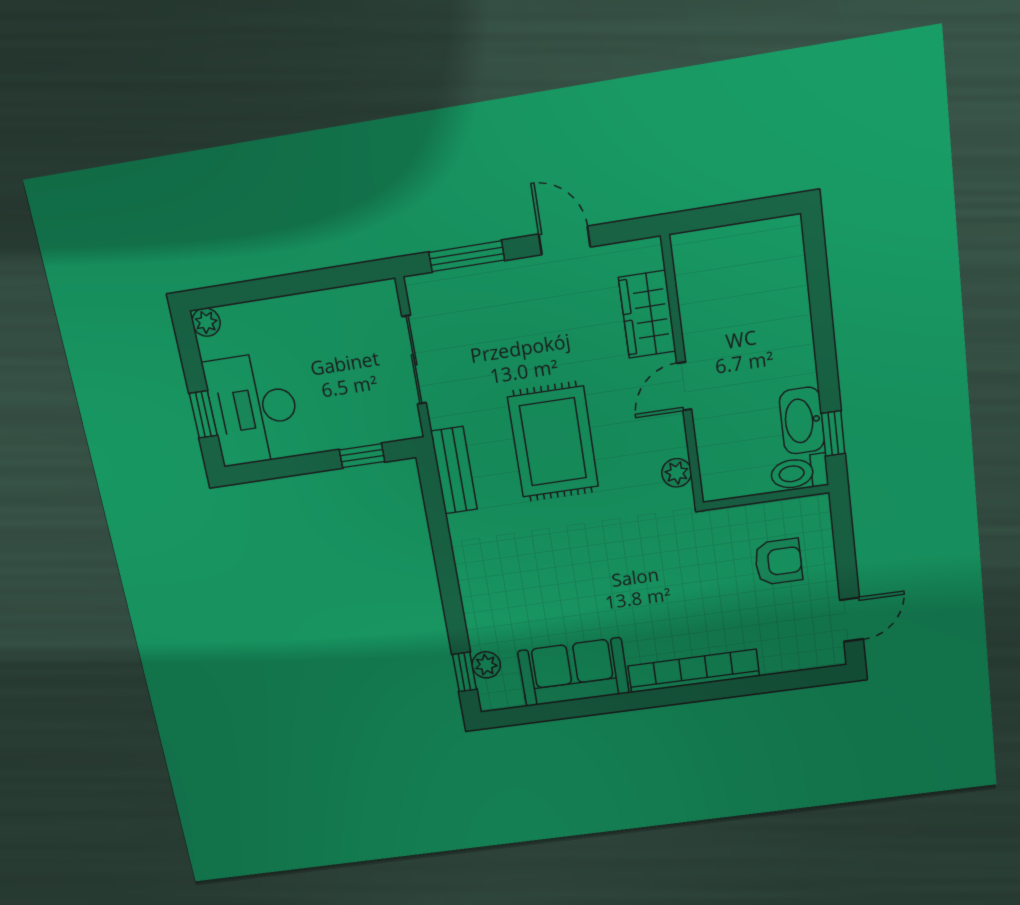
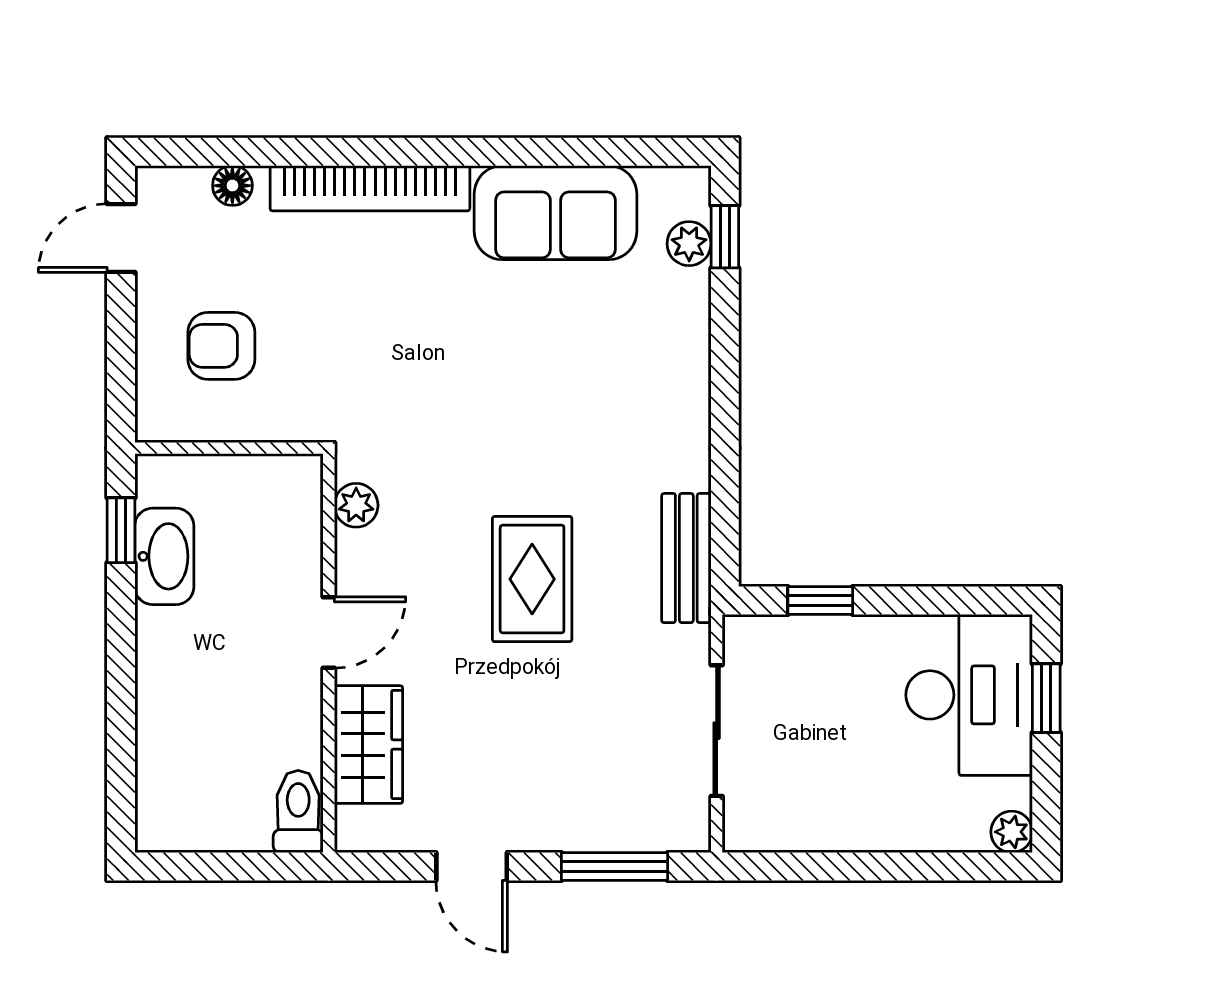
rug: (553, 442) -> (532, 579), width x0.73, depth x0.70
toilet: (799, 473) -> (298, 812), moved, turned -90
floor lamp: (782, 661) -> (232, 186), added

